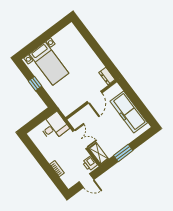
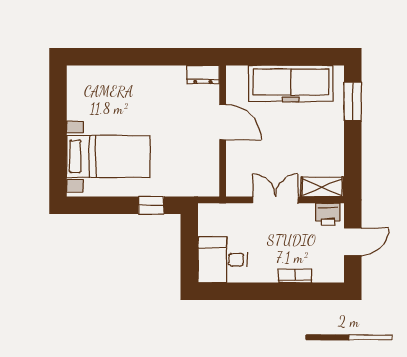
window: (35, 84) -> (151, 205), moved
desk: (54, 127) -> (223, 260), moved, turned -90
window: (123, 153) -> (353, 102), moved

